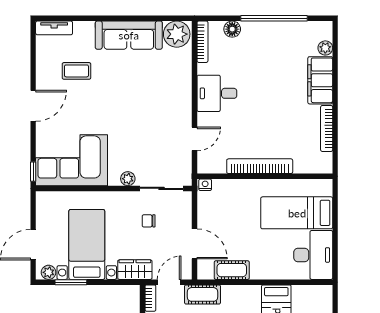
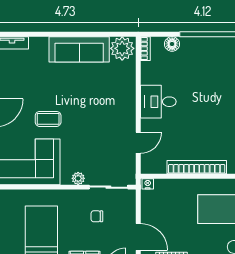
bookcase: (202, 42) -> (145, 49), width x0.64
coffee table: (76, 71) -> (48, 119), moved

